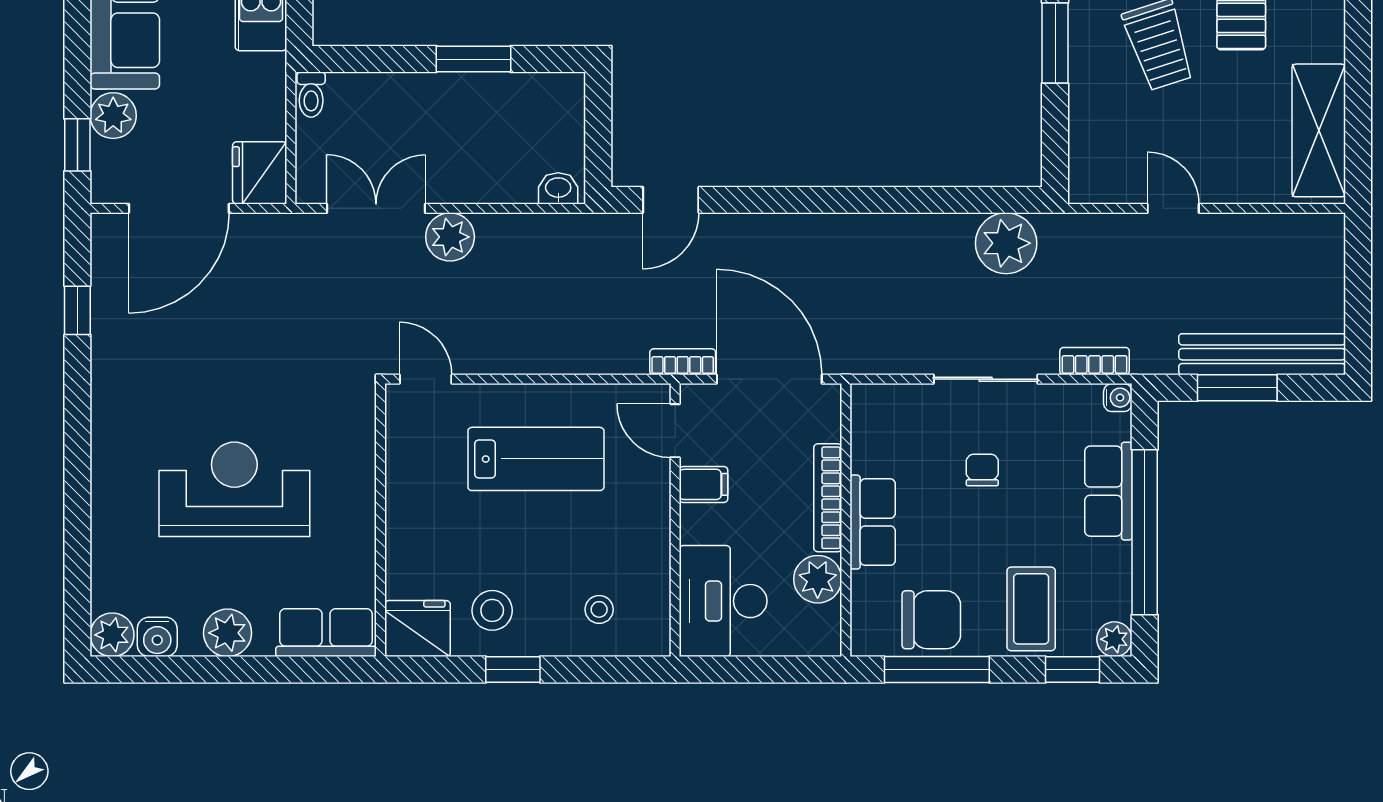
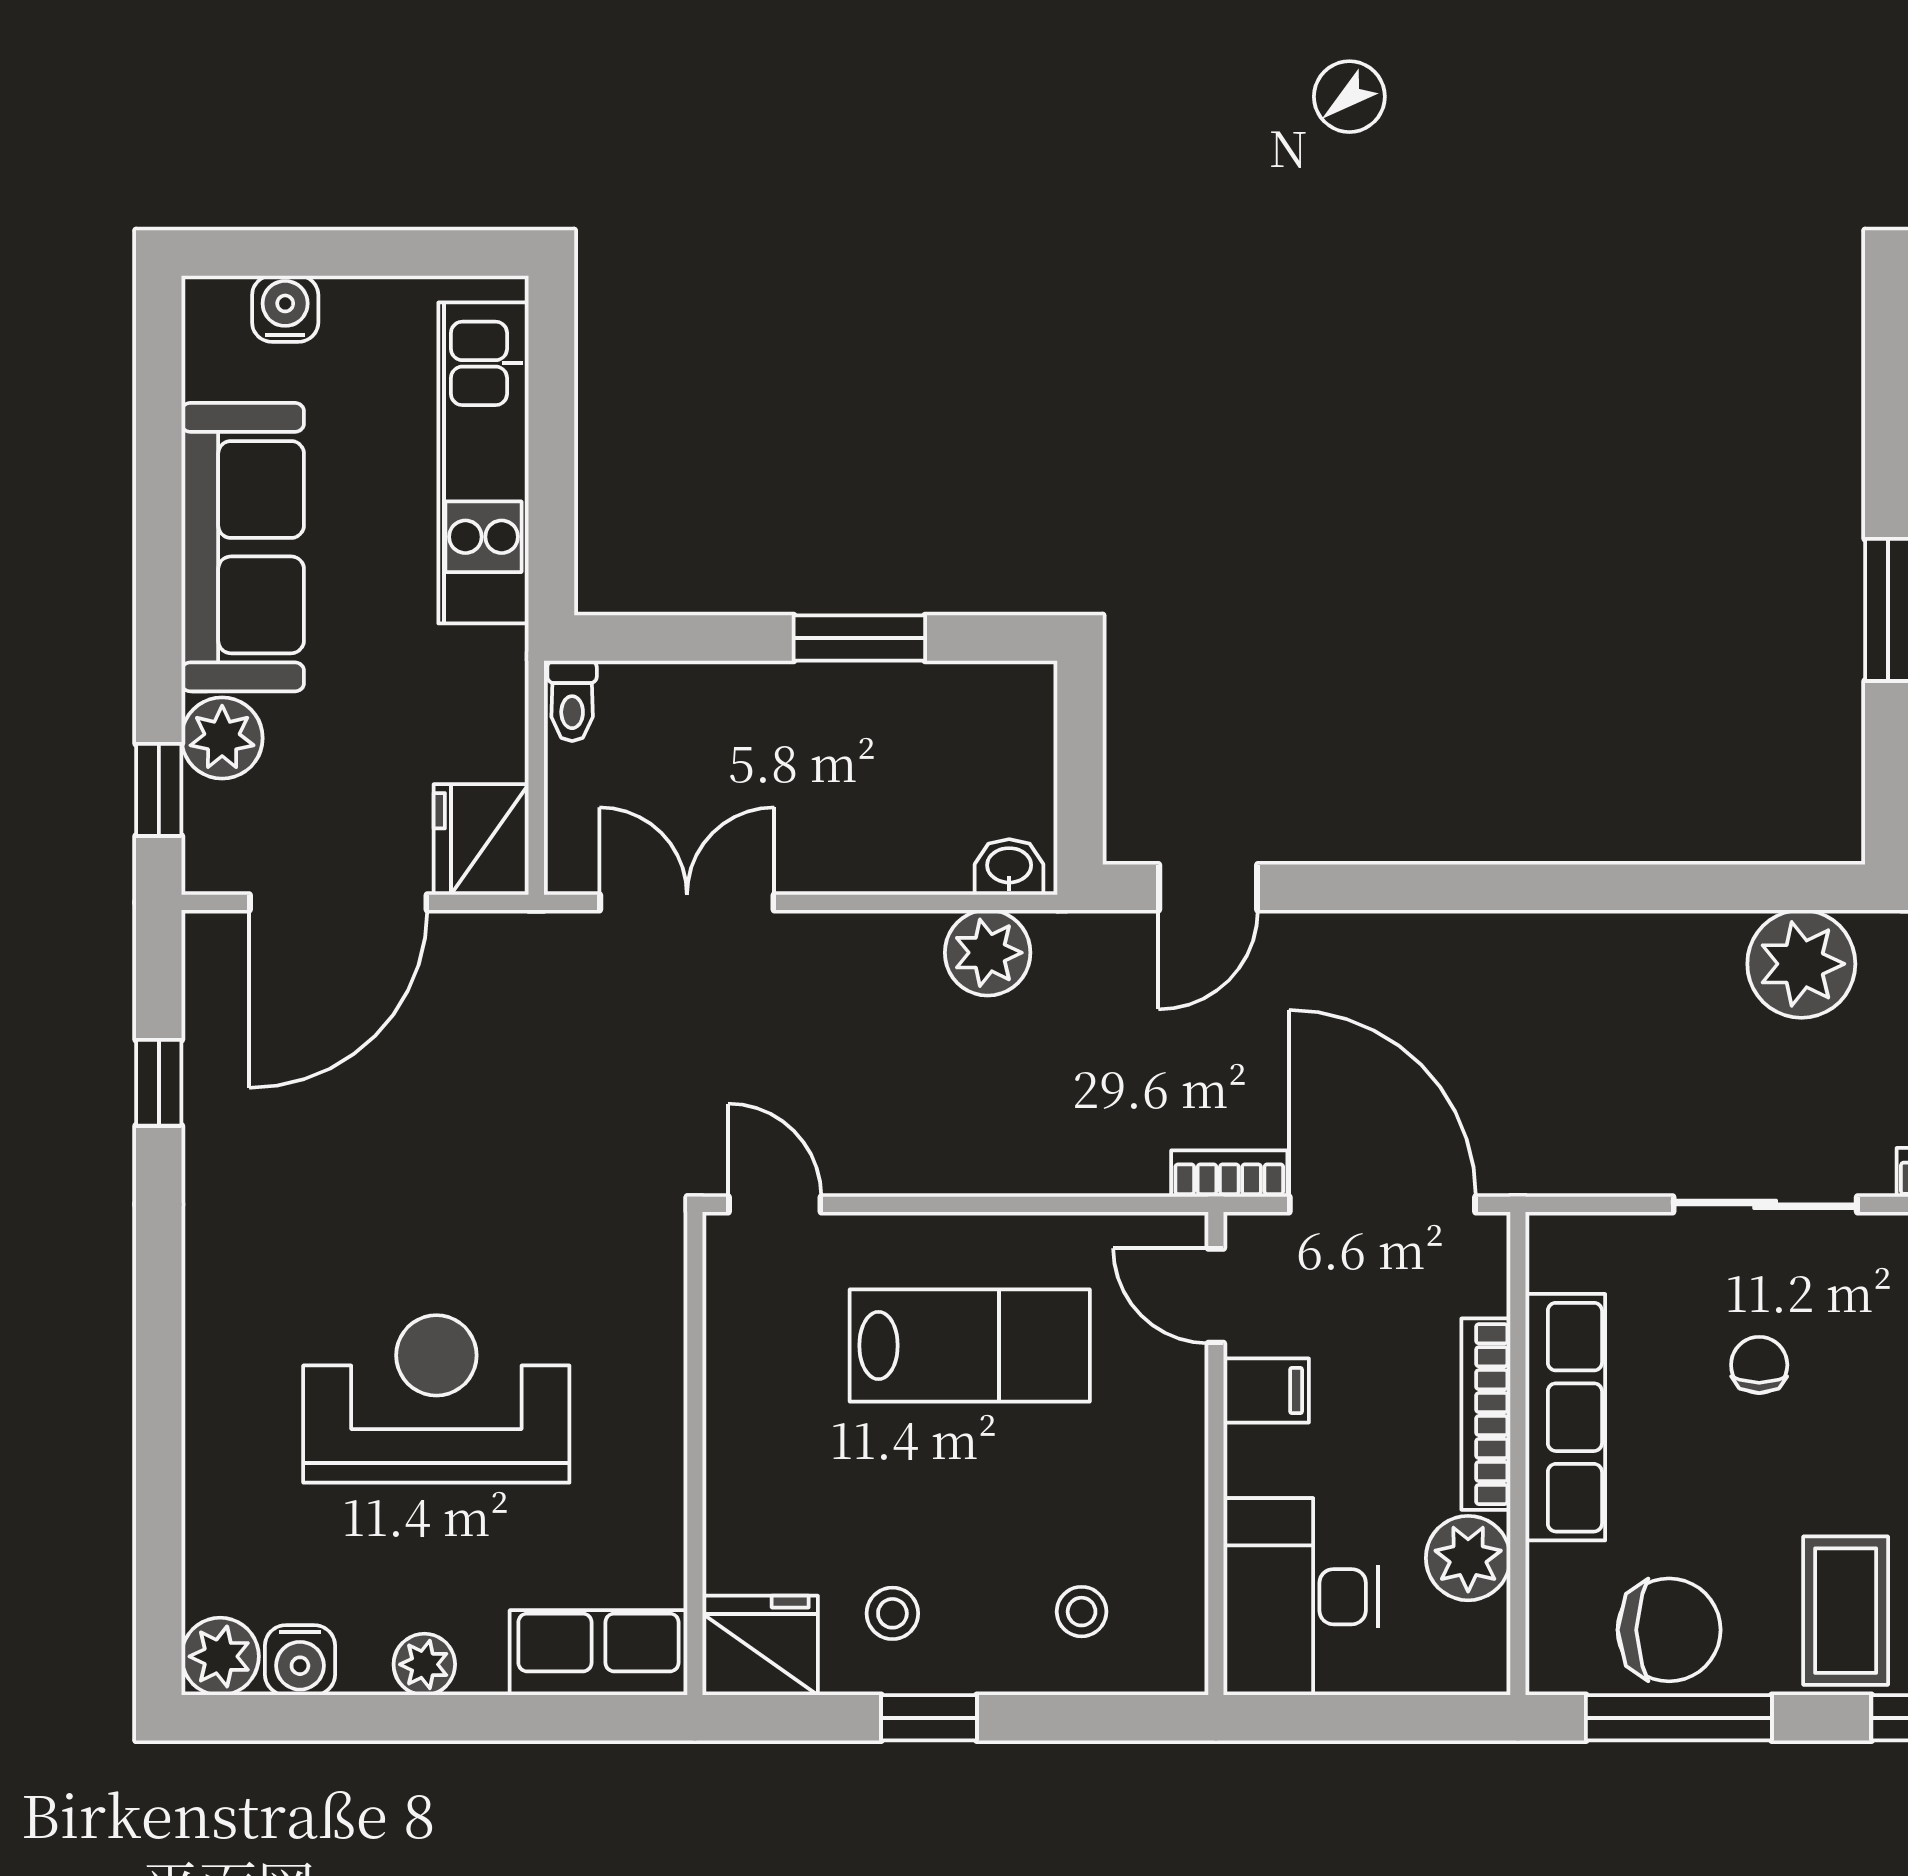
plant: (450, 237) -> (988, 953), moved
row of seats: (873, 522) -> (1565, 1417), width x1.48
stool: (492, 610) -> (892, 1613), width x0.73, depth x0.73
plant: (228, 633) -> (424, 1664), width x0.73, depth x0.73

